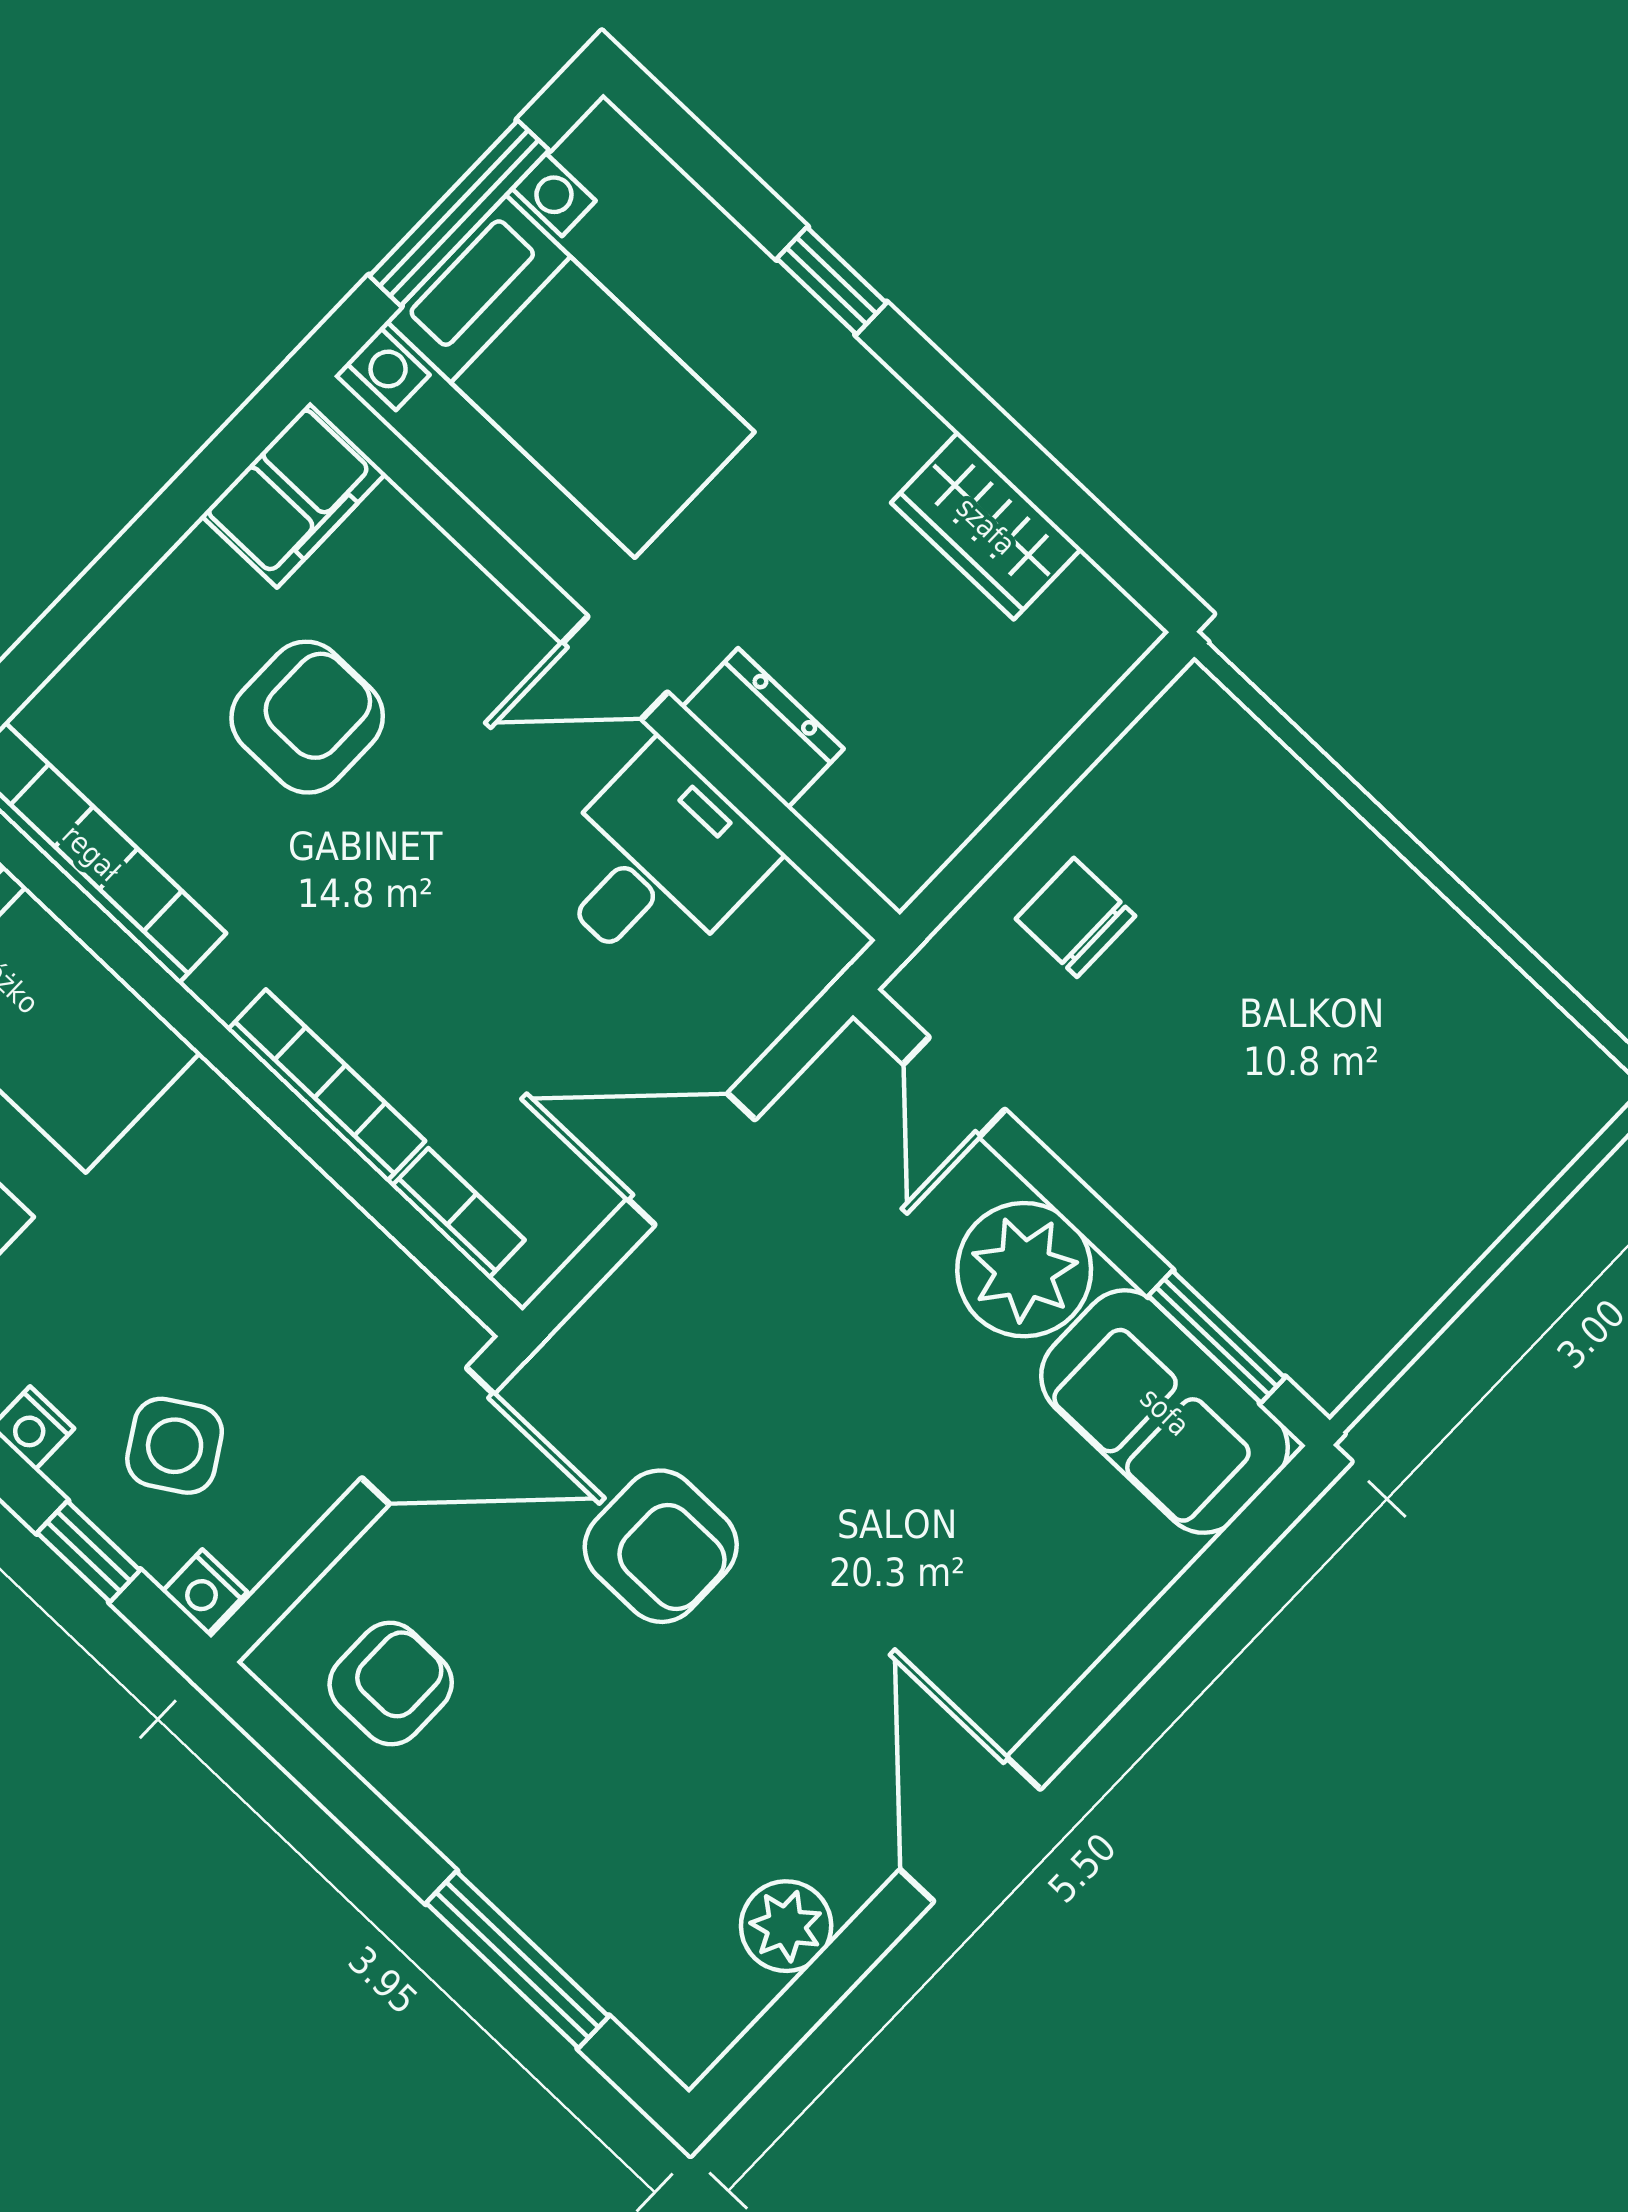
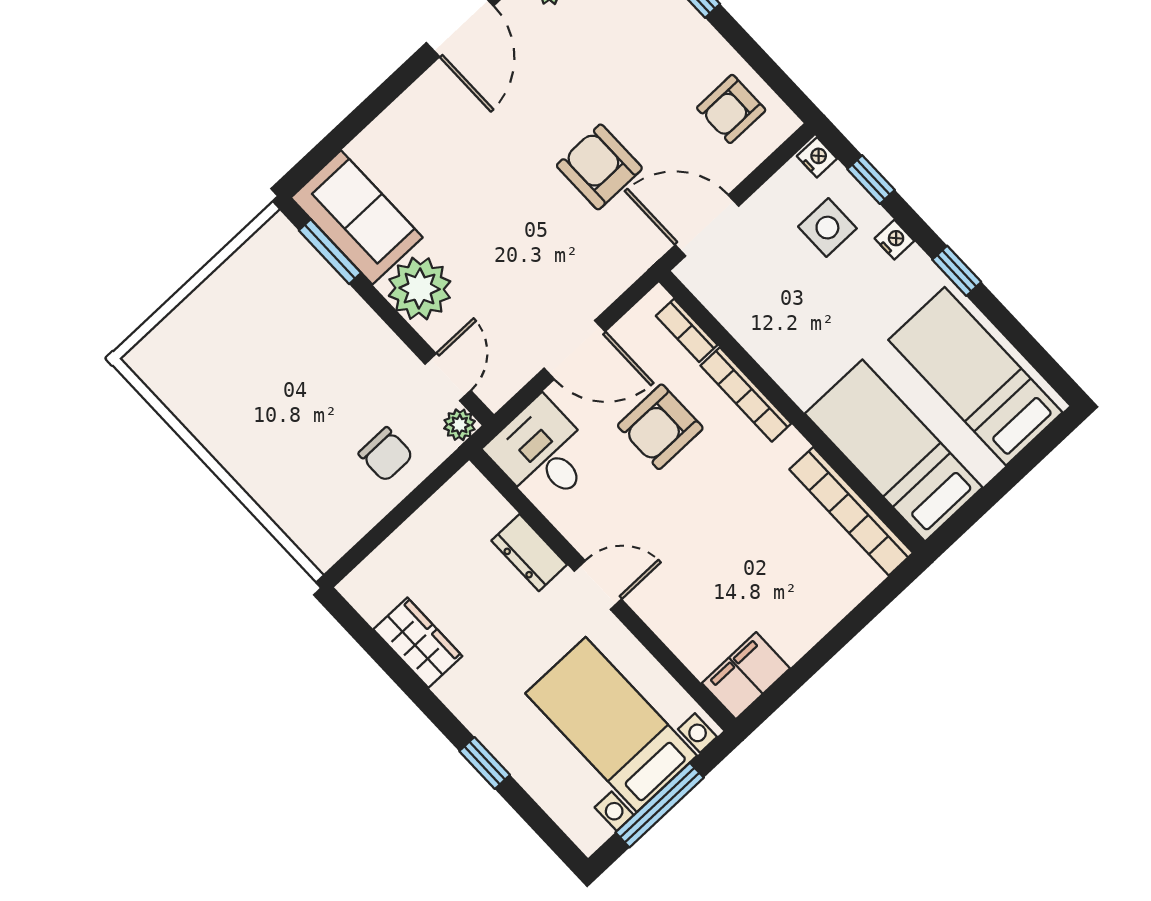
armchair: (307, 717) -> (660, 427), moved
desk: (657, 862) -> (542, 453), moved, turned 90
plant: (924, 988) -> (460, 425), added
side table: (175, 1446) -> (827, 228), turned 32

